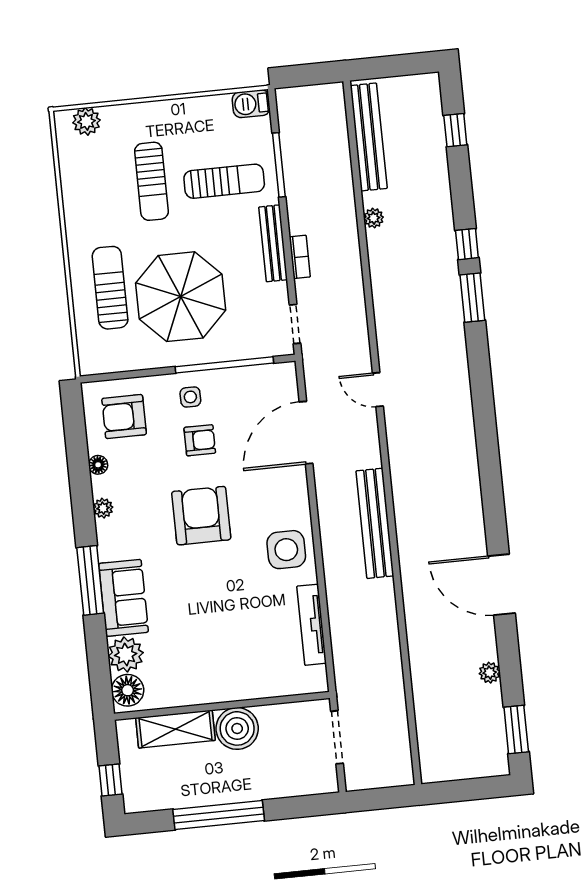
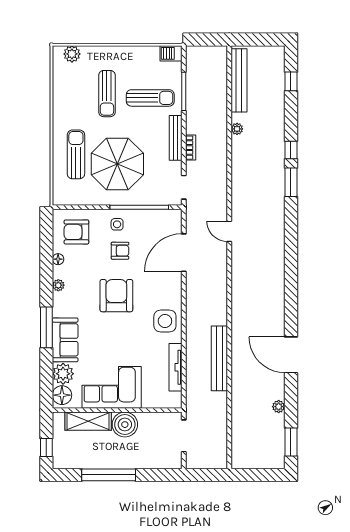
bench: (375, 523) -> (219, 358), moved
corner sofa: (209, 669) -> (112, 387), added

